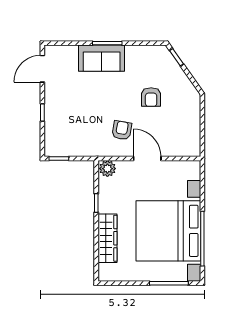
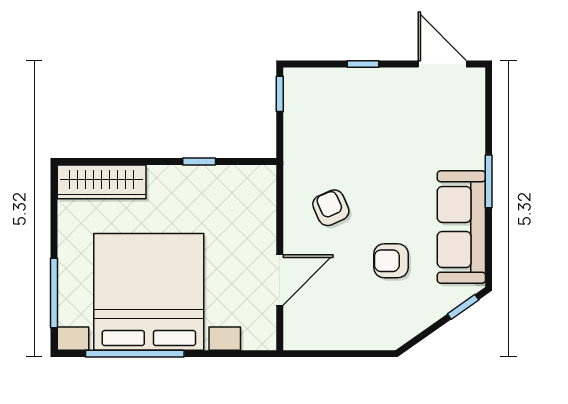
sofa: (102, 58) -> (461, 227), moved, width x1.36
armchair: (122, 130) -> (331, 208), turned -124
door: (147, 159) -> (280, 280), moved
plant: (107, 169) -> (262, 182), removed
wardrobe: (107, 238) -> (102, 182), moved

